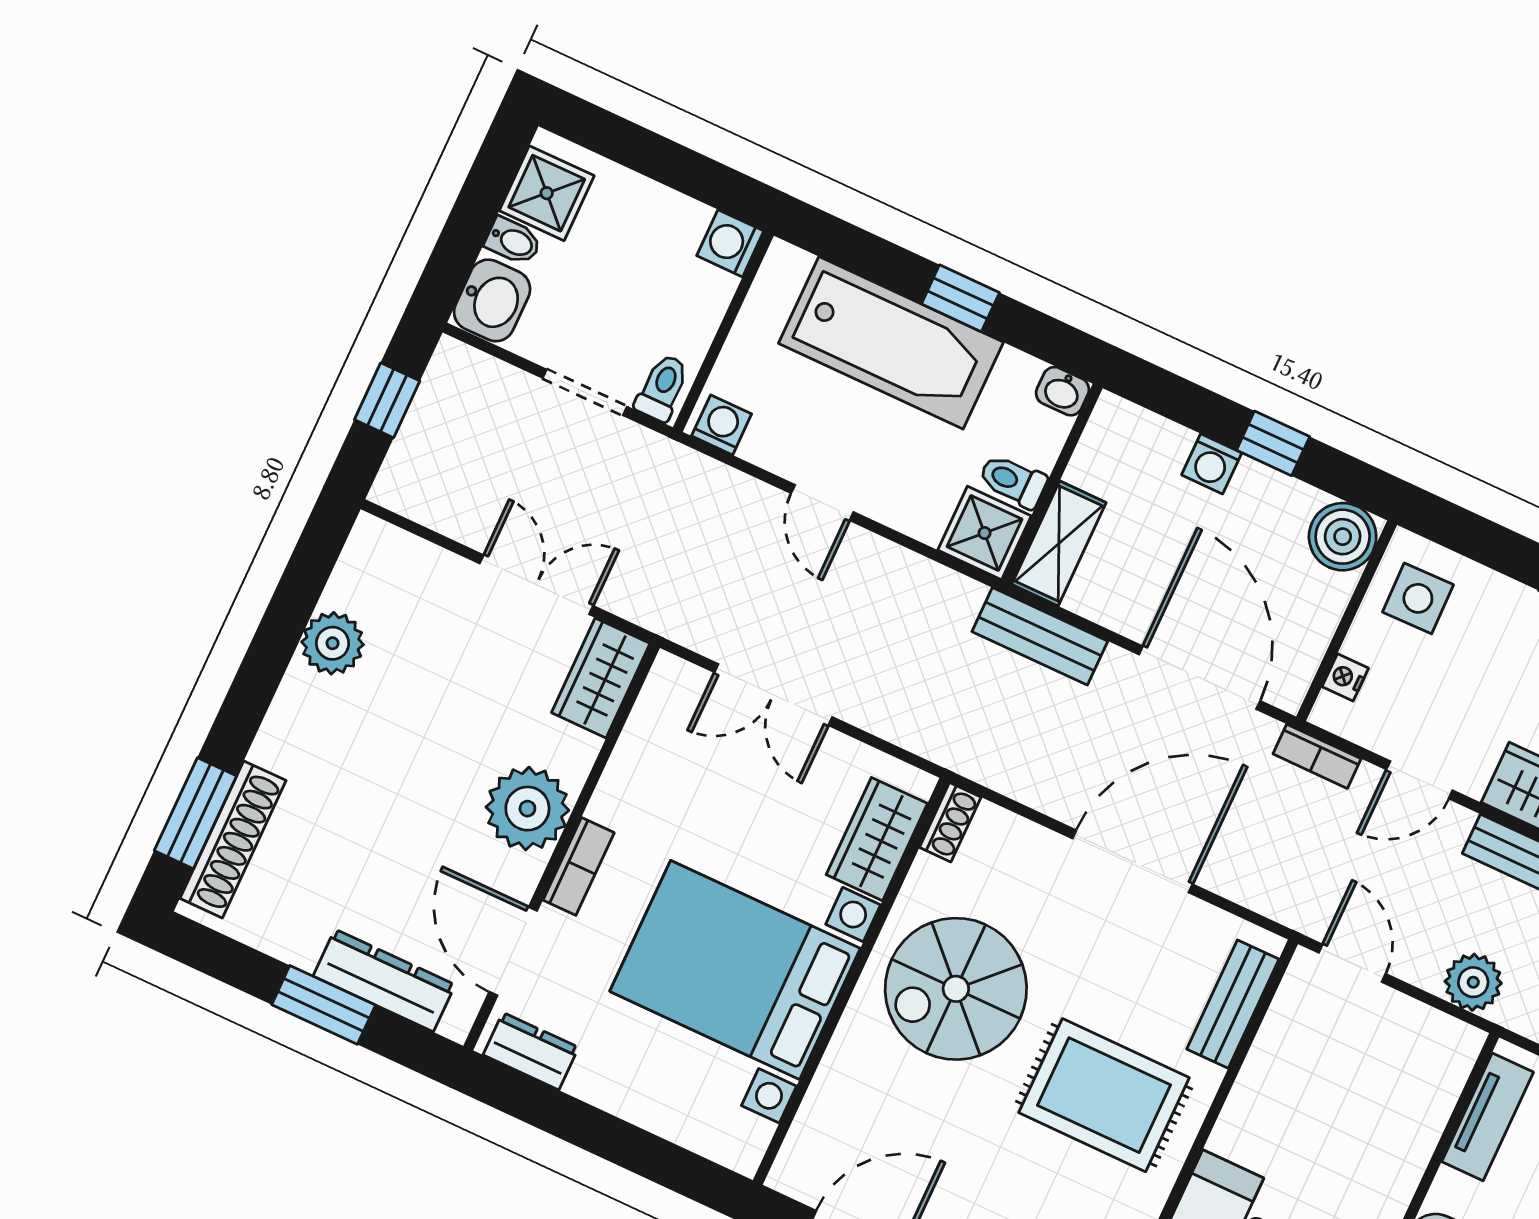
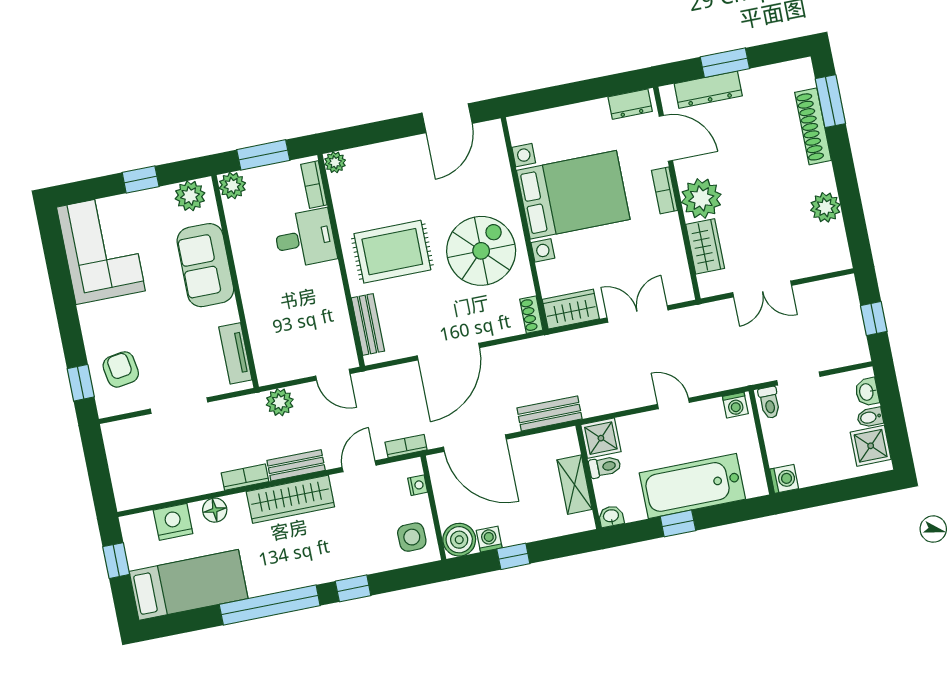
washbasin: (492, 300) -> (867, 392), width x0.72, depth x0.69
washing machine: (1212, 464) -> (489, 539), moved
shelving: (1059, 544) -> (575, 485), moved
wardrobe: (601, 678) -> (705, 246), moved
shoe rack: (233, 839) -> (813, 126), moved
wardrobe: (877, 839) -> (571, 309), moved, turned -90

